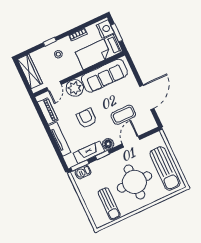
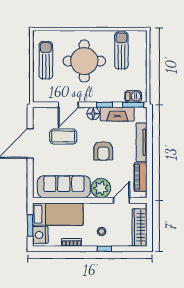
sun lounger: (165, 168) -> (46, 60), width x0.73, depth x0.75

